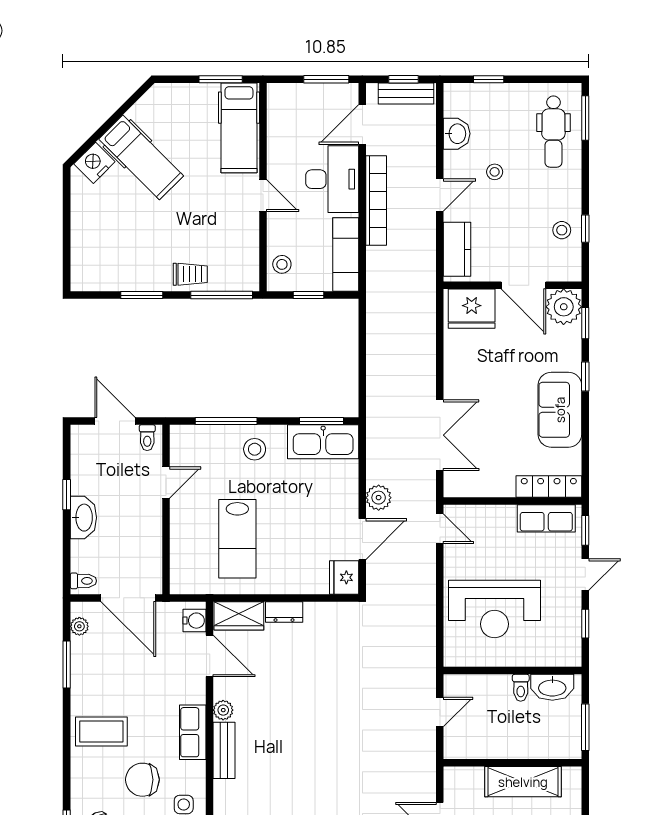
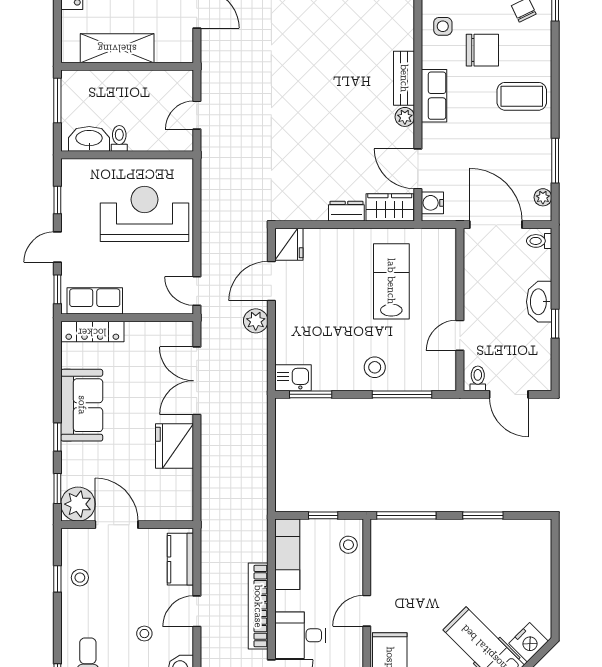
desk: (332, 179) -> (300, 635), width x0.73
door: (263, 196) -> (367, 611), hinge flipped
trolley: (190, 274) -> (437, 535), removed
fridge: (472, 309) -> (175, 446), moved, turned -90
kitchen sink: (323, 442) -> (293, 378), width x0.53, depth x0.81

